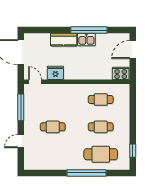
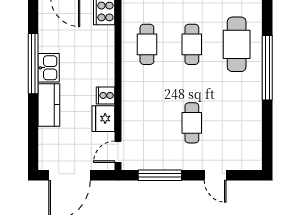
cooker: (69, 74) -> (105, 95), added

